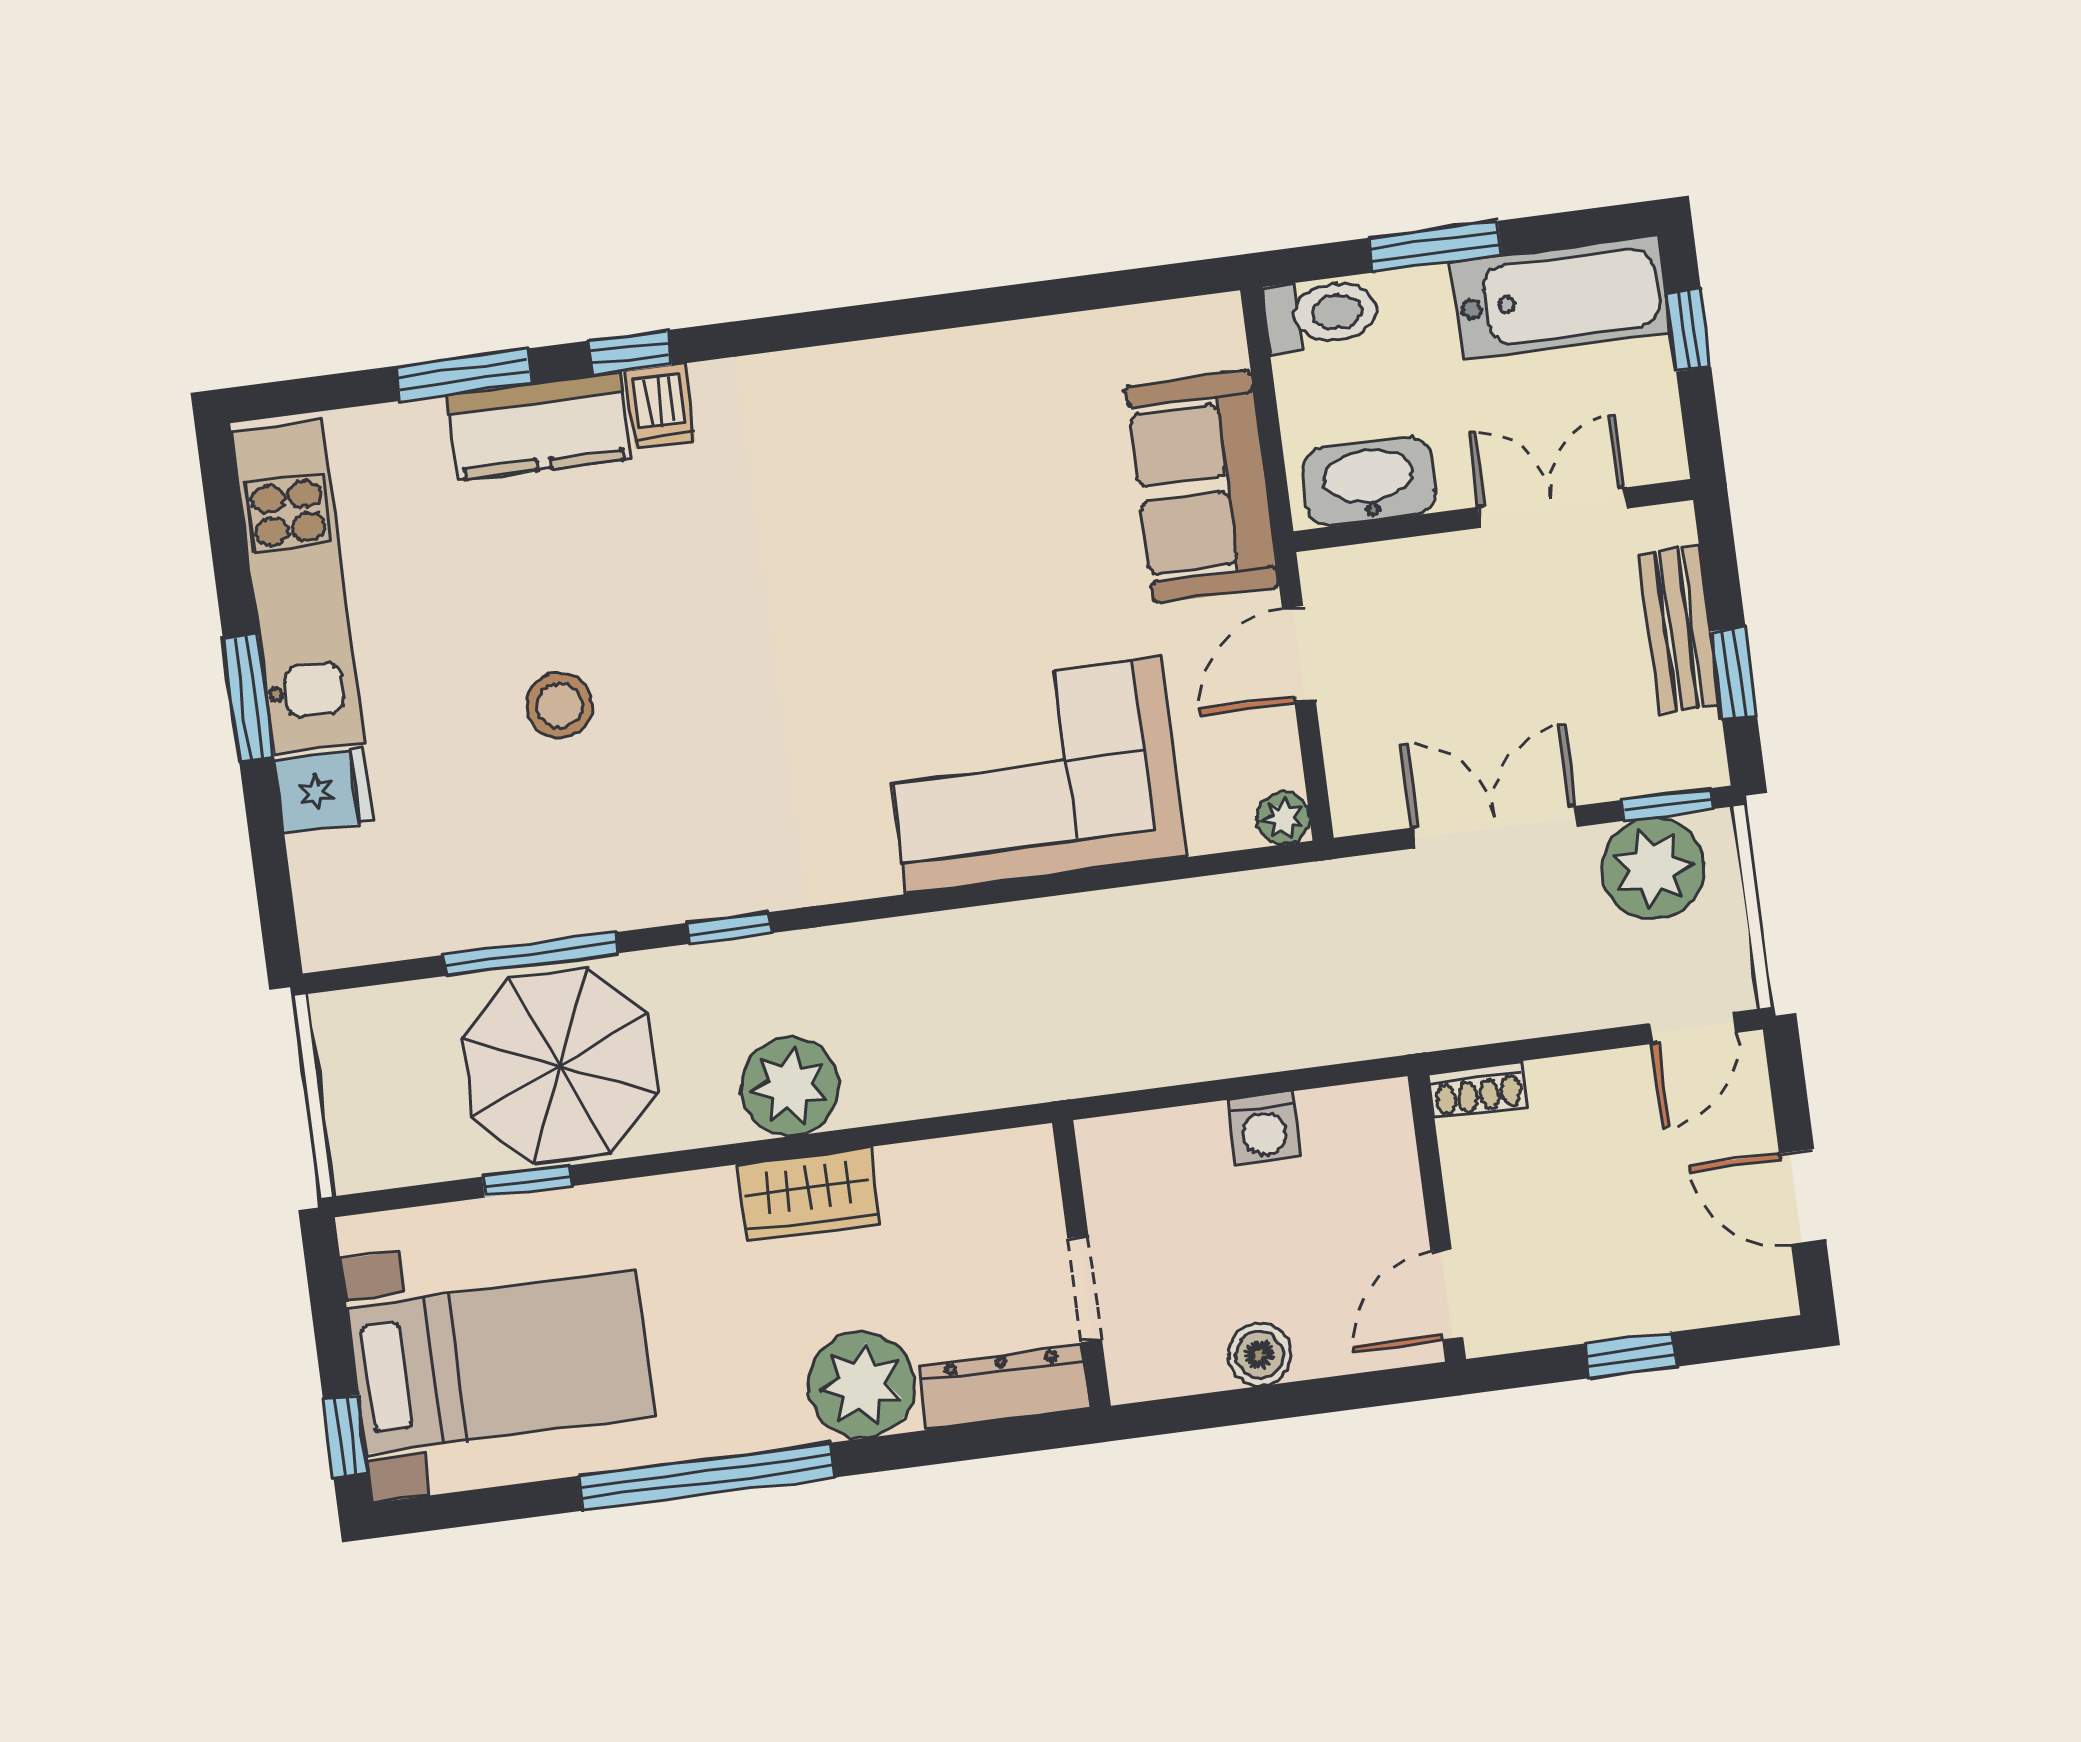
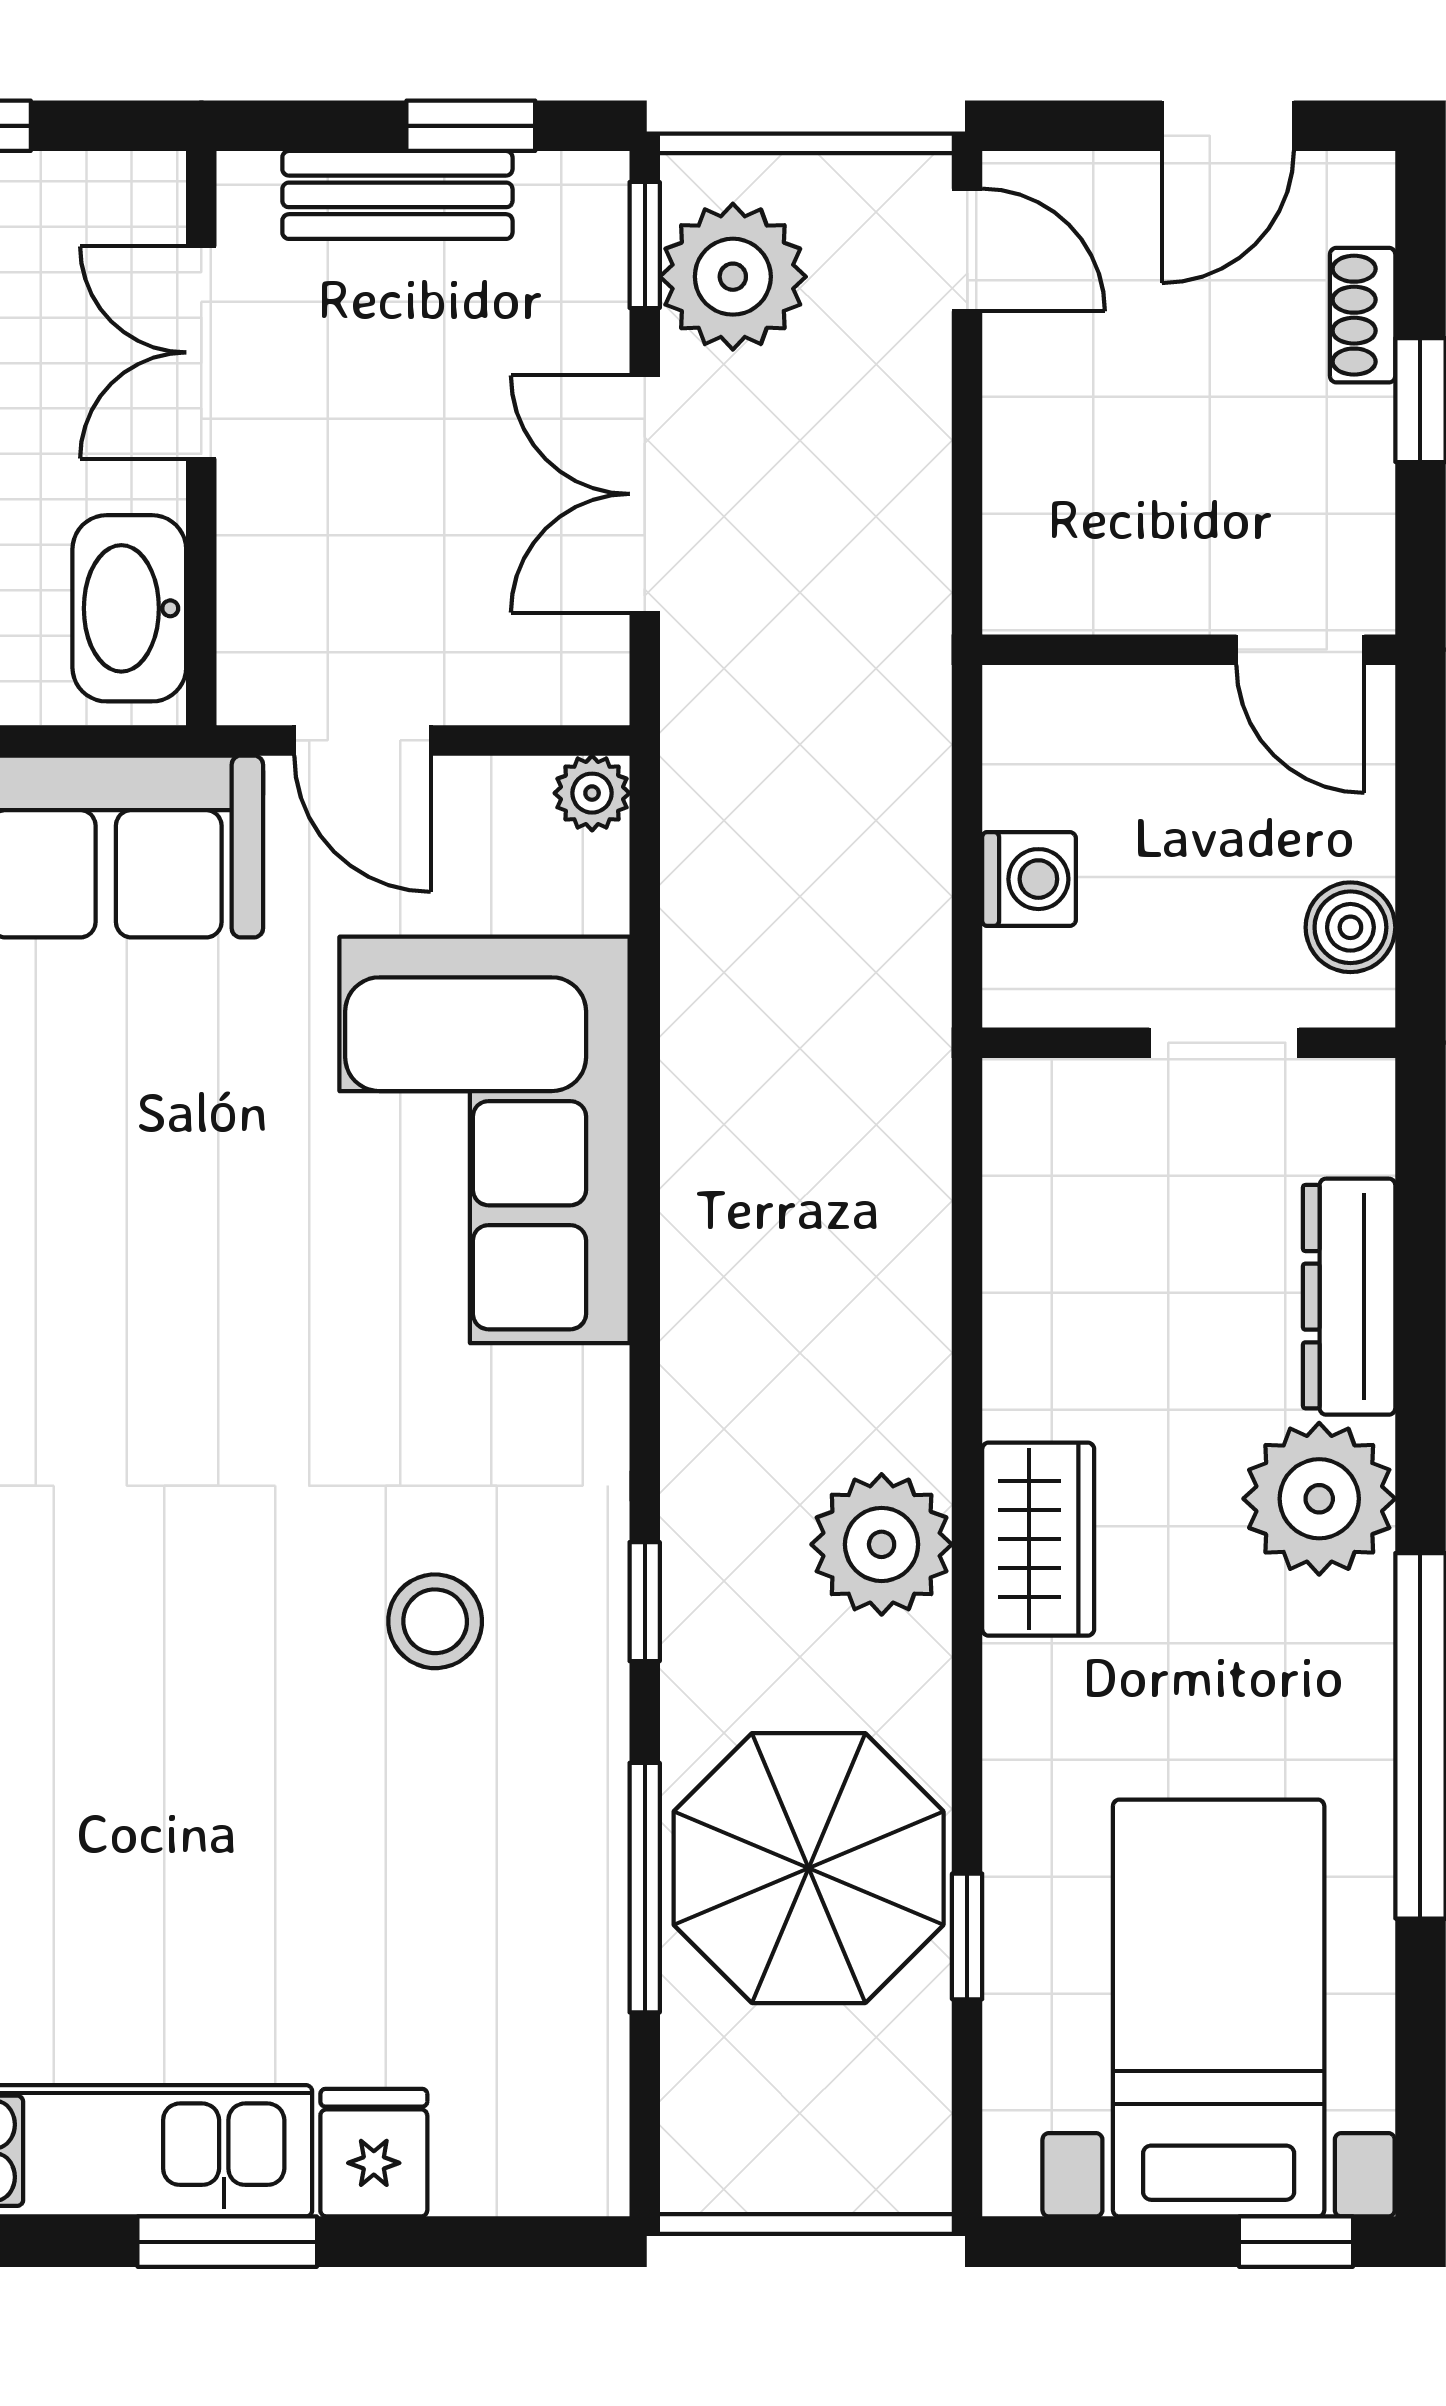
stool: (560, 706) -> (435, 1621), moved
shoe rack: (1478, 1090) -> (1363, 315), moved, turned 180
wall: (1081, 1264) -> (1189, 1043), moved
doorway: (1085, 1289) -> (1224, 1043), moved

